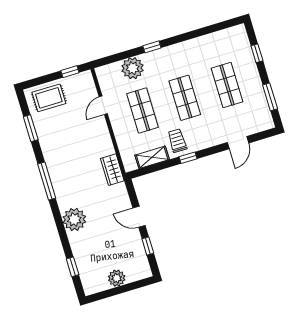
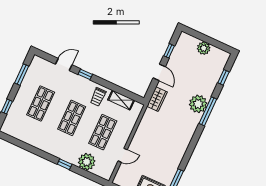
window: (188, 158) -> (85, 74), moved
wardrobe: (112, 170) -> (157, 99), moved
window: (47, 181) -> (208, 111), moved

